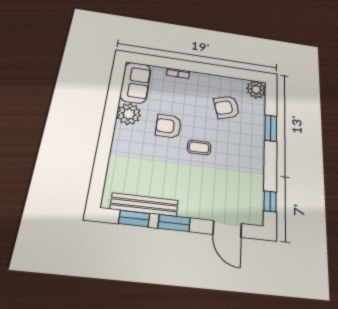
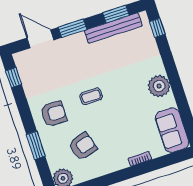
plant: (129, 114) -> (159, 86), moved
armchair: (168, 126) -> (54, 114), moved
window: (97, 183) -> (157, 28), added
window: (174, 223) -> (73, 28), moved

